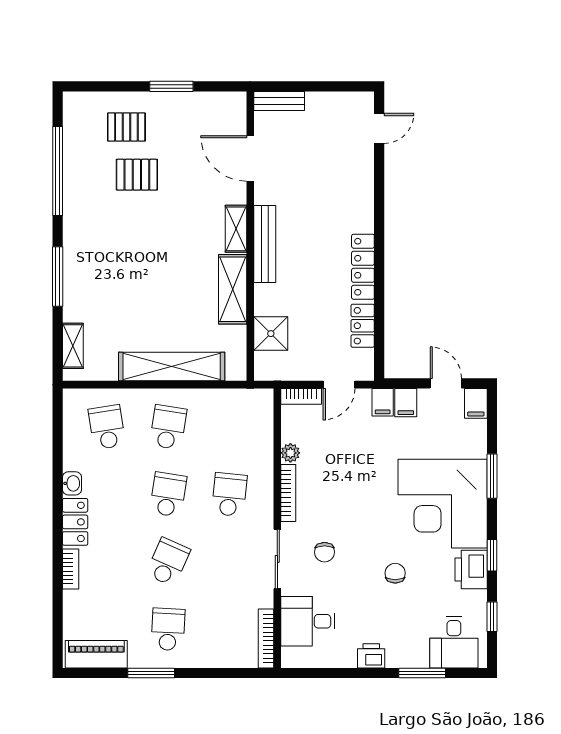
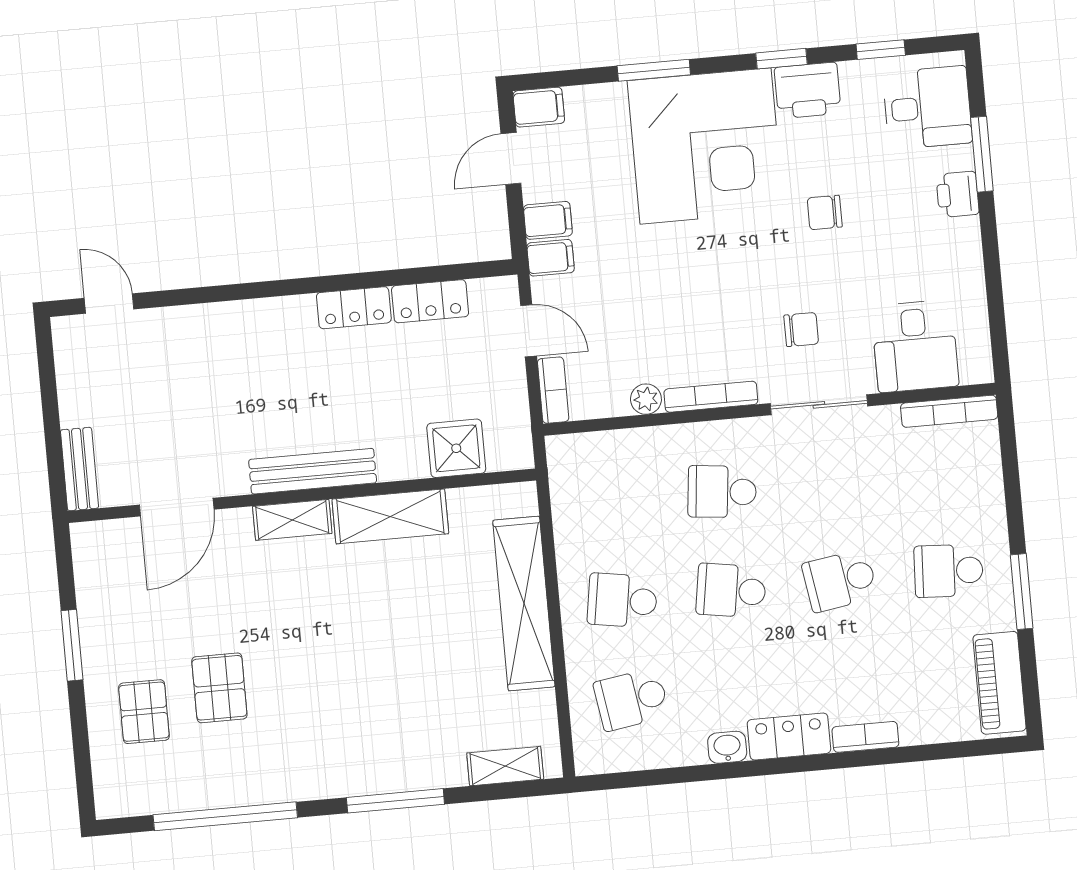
locker: (363, 267) -> (354, 308), width x0.66
school desk: (168, 562) -> (840, 581), turned -33
printer: (371, 656) -> (958, 194), moved

